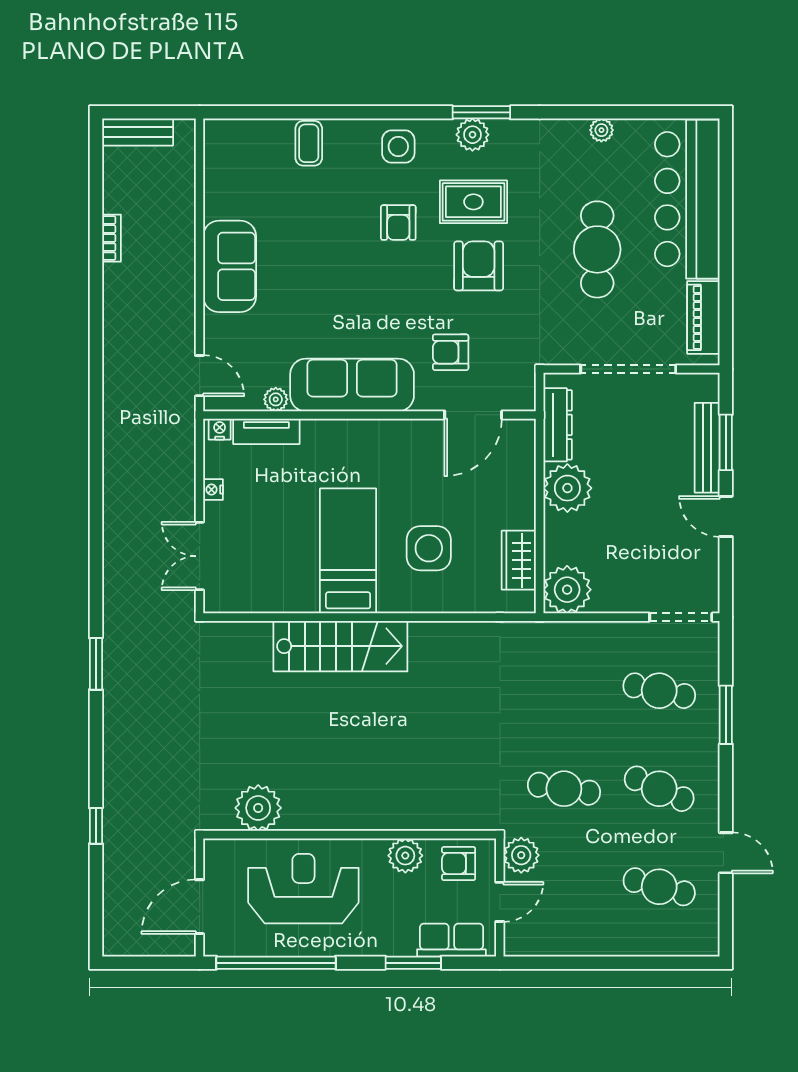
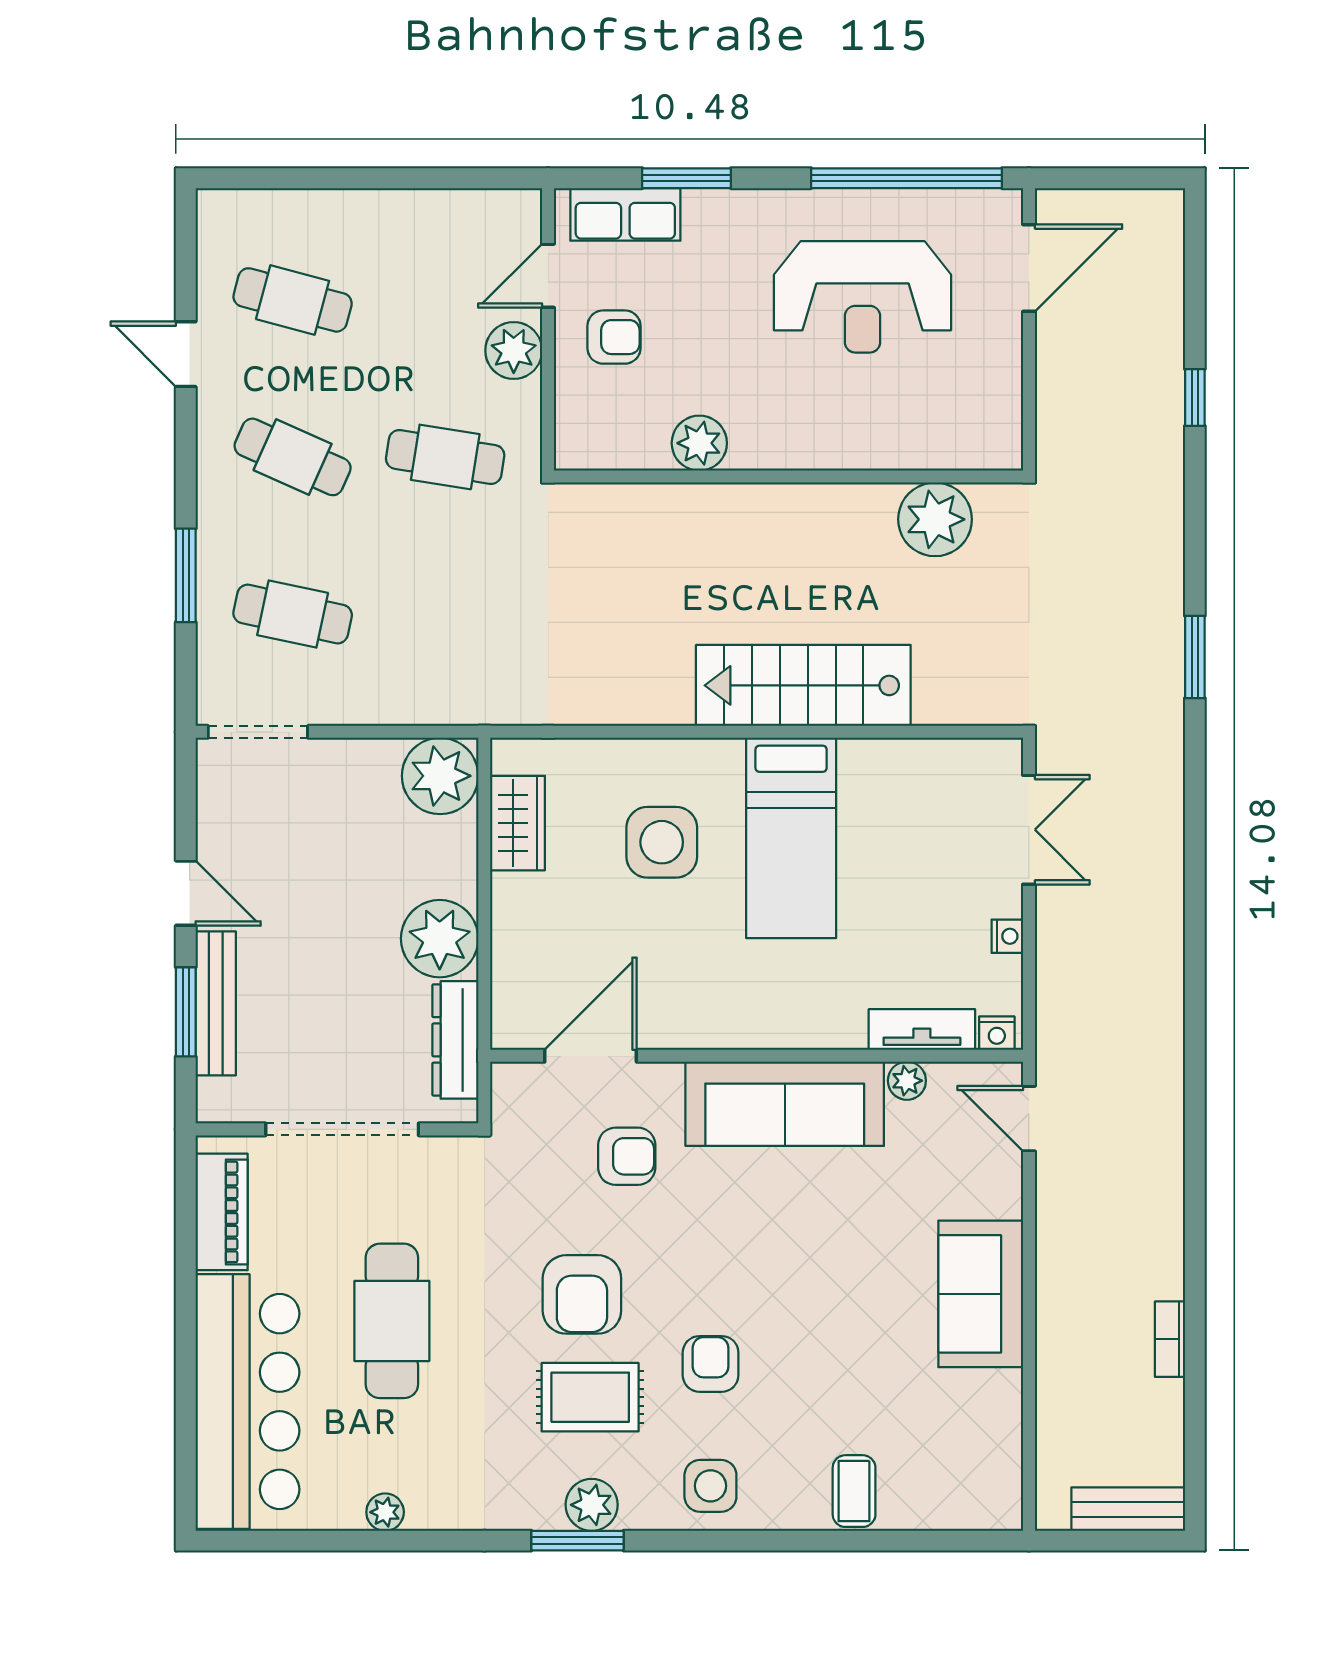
plant: (258, 808) -> (935, 519), moved
wall: (350, 835) -> (788, 477), moved
plant: (405, 856) -> (699, 443), moved

